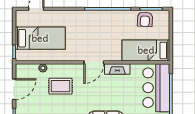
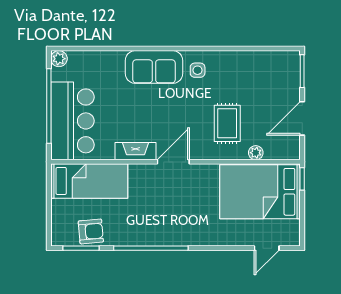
armchair: (145, 19) -> (91, 232), turned 82
bed: (40, 38) -> (260, 192), width x1.50
rug: (61, 86) -> (227, 123), turned 90

